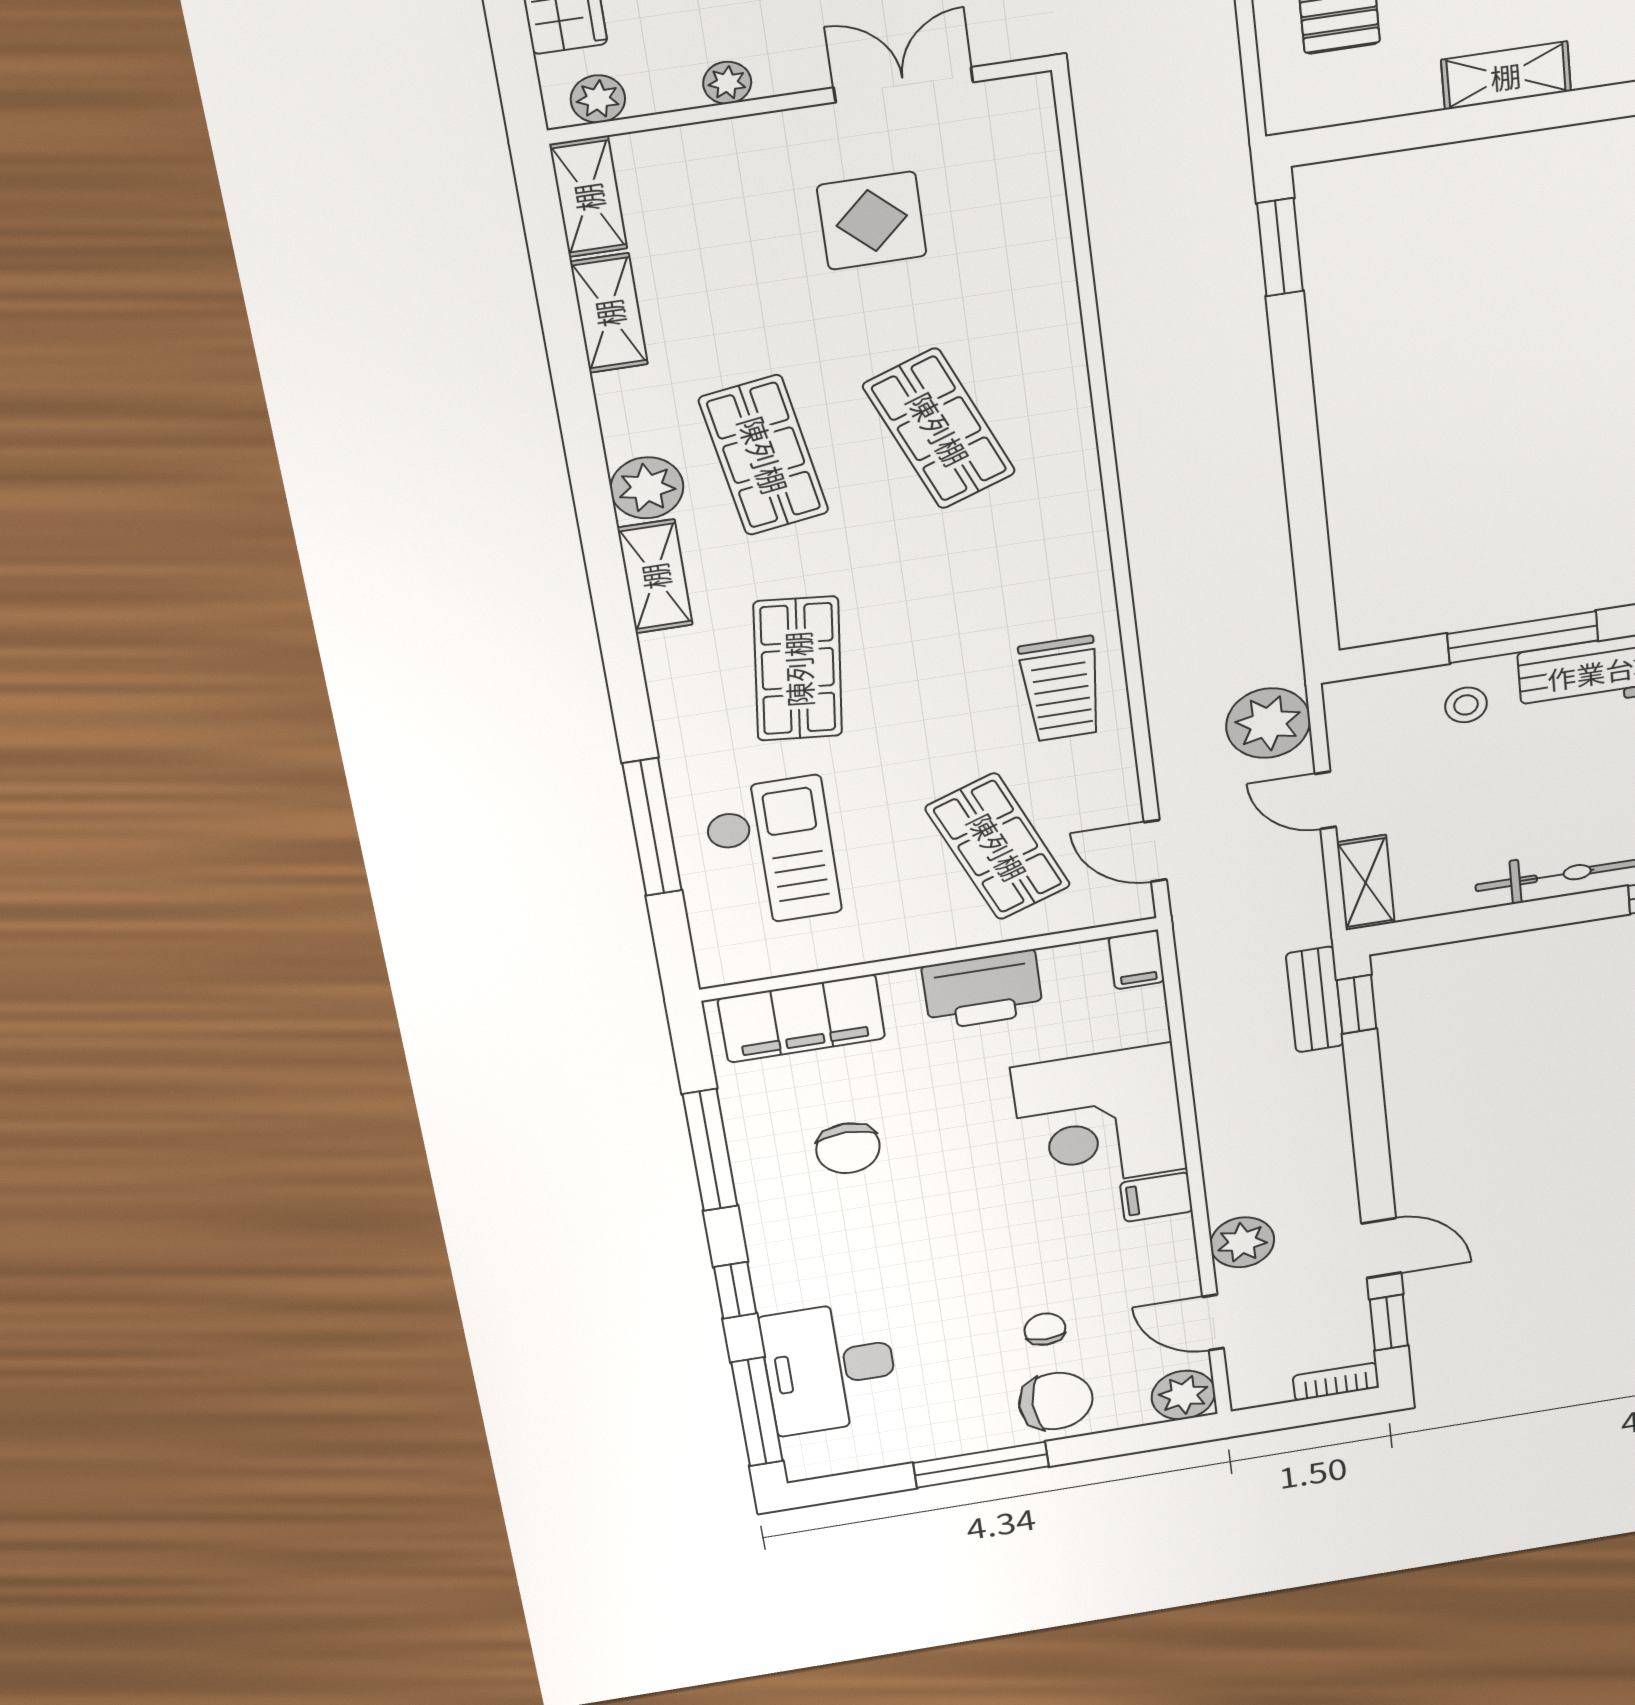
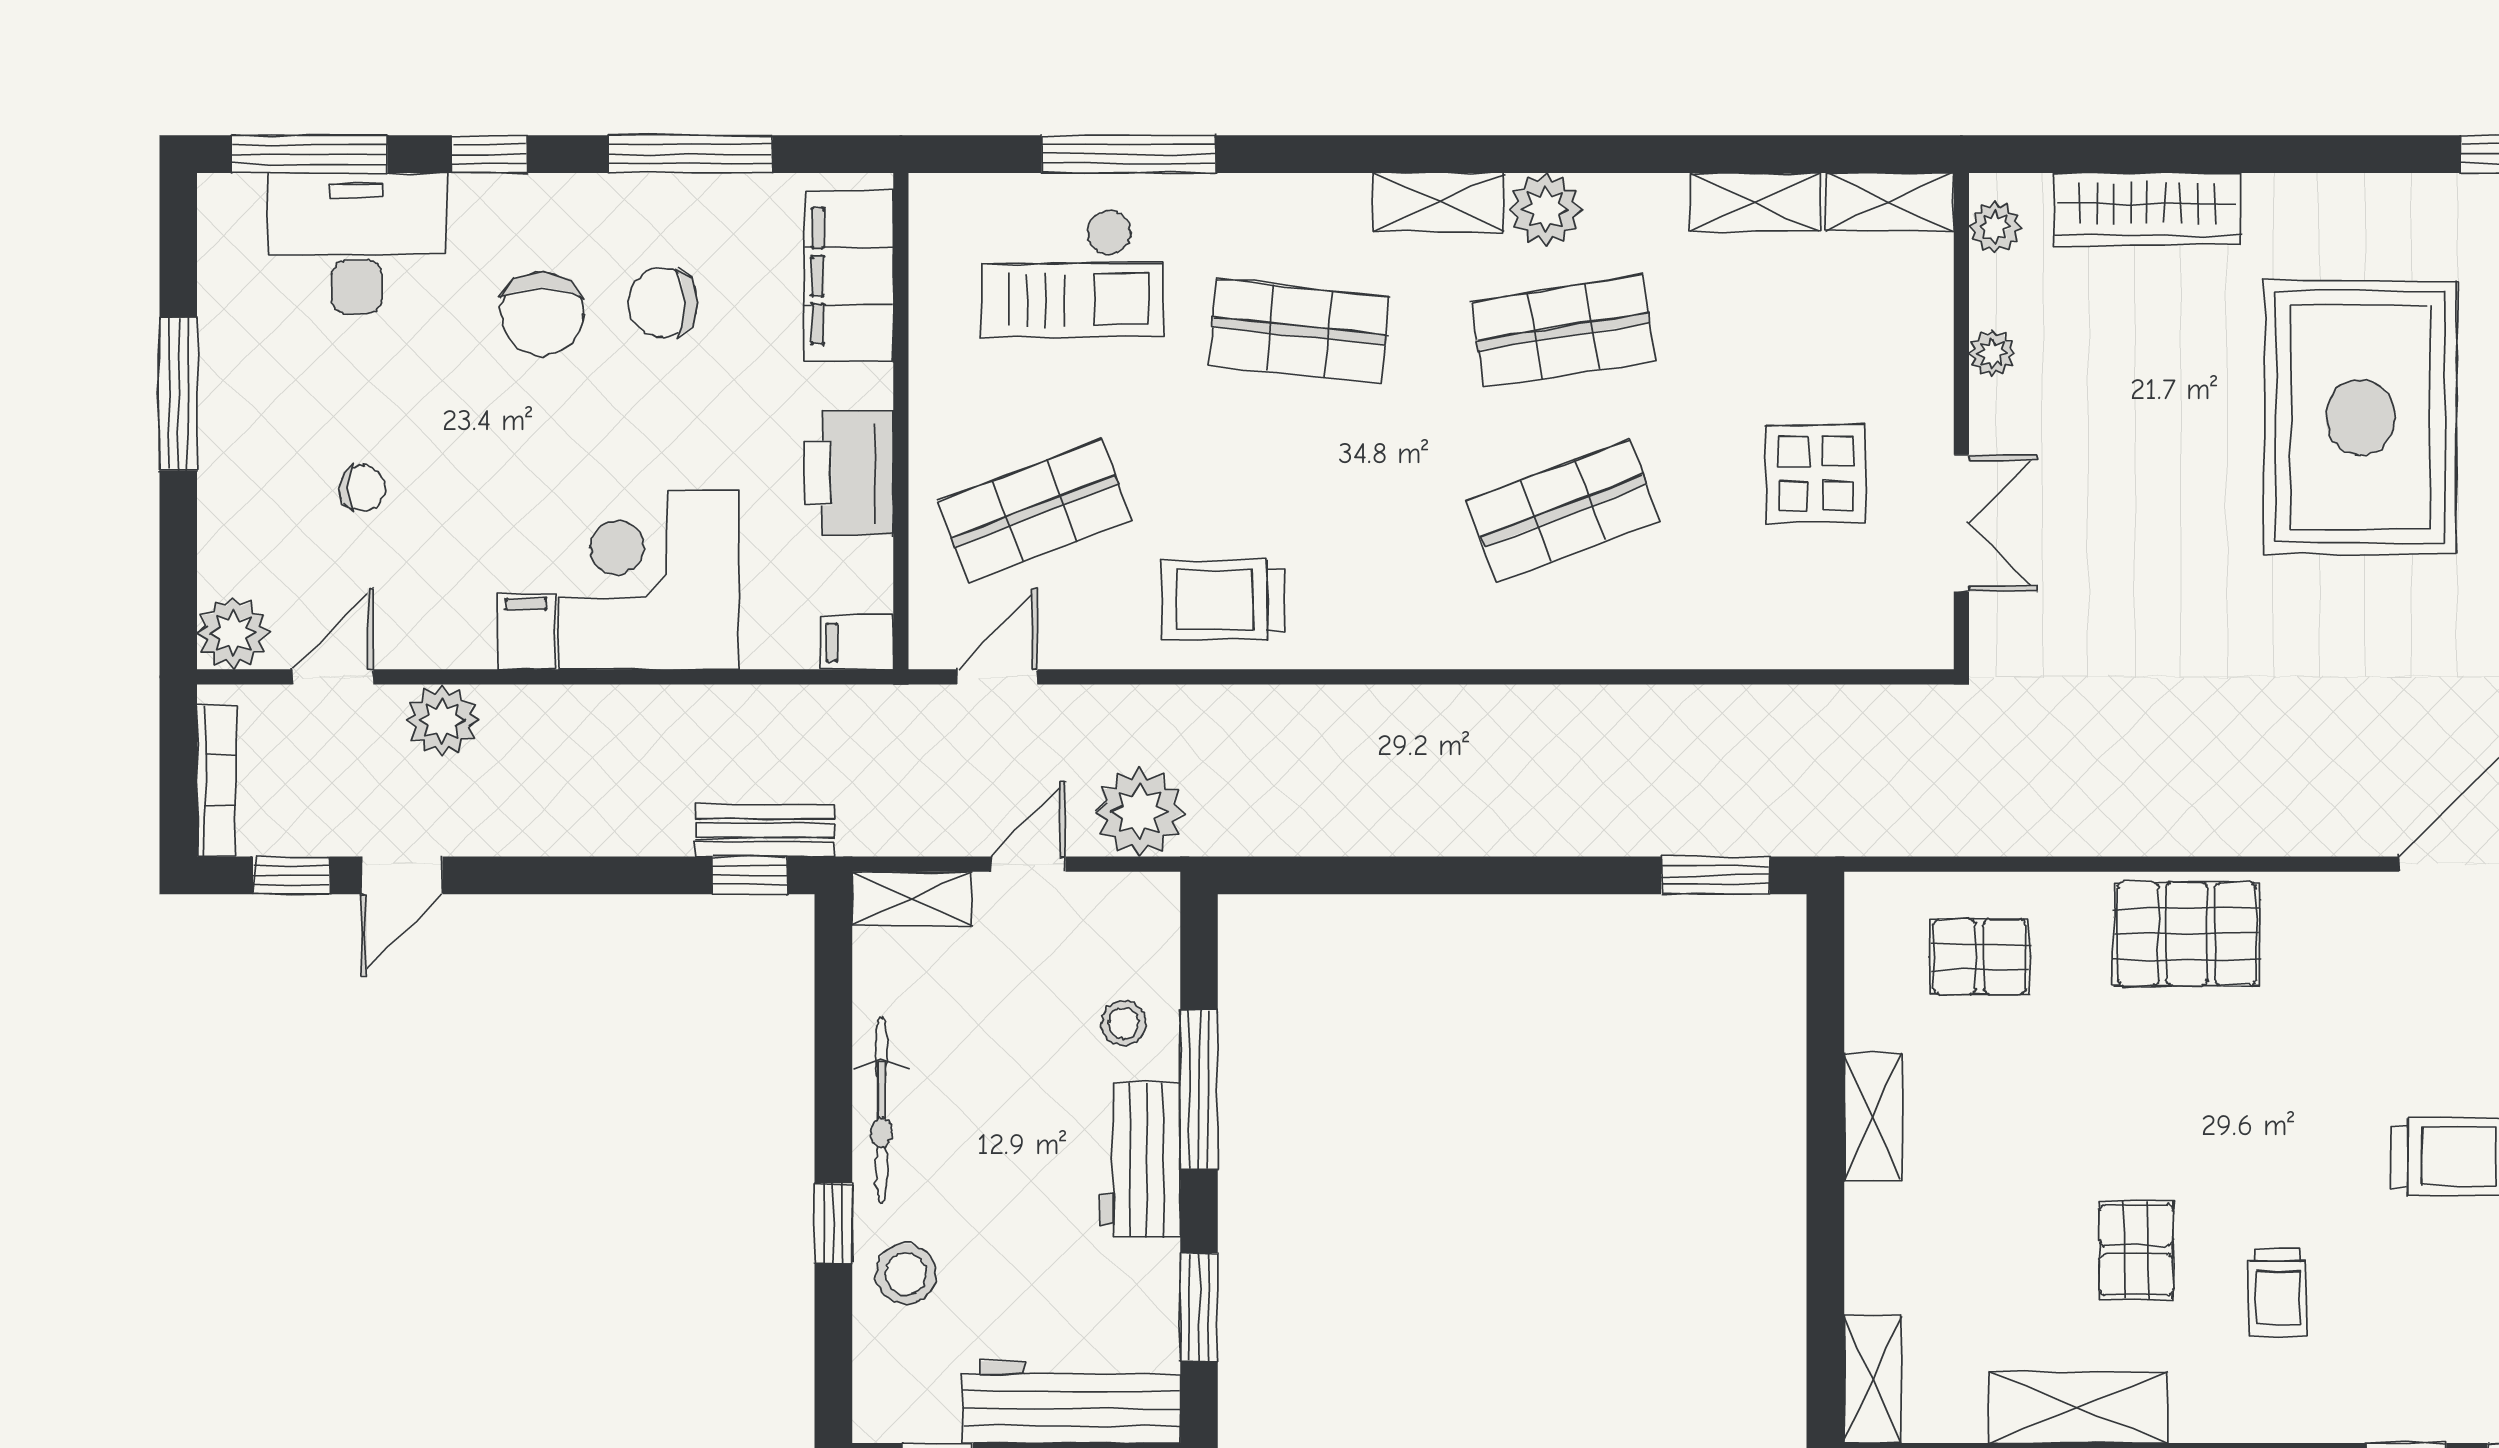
bookcase: (1336, 1382) -> (216, 781), width x1.56
chair: (1056, 1401) -> (542, 314), moved

